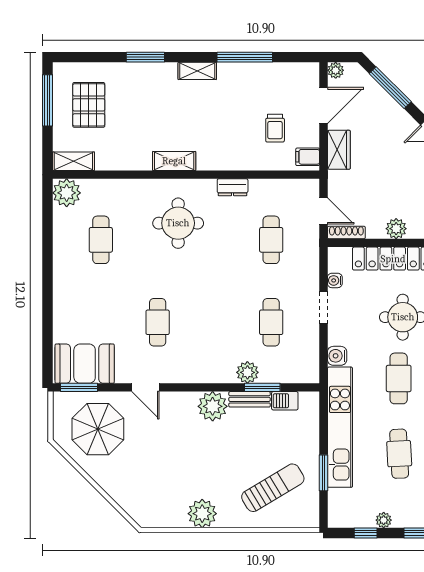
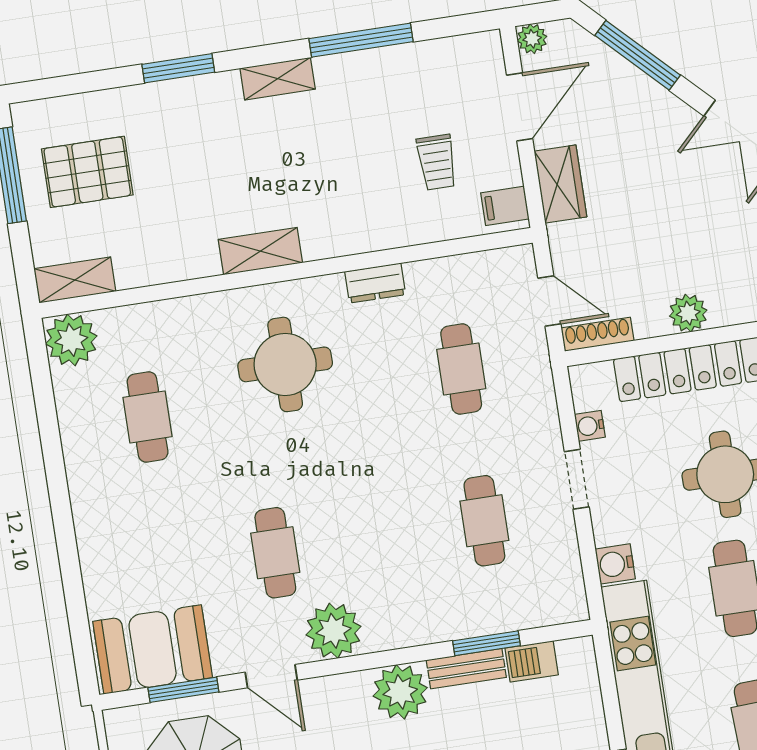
pallet: (89, 105) -> (87, 172), turned 90
plant: (247, 372) -> (334, 631), moved, width x1.36, depth x1.36
window: (79, 387) -> (183, 690), moved

